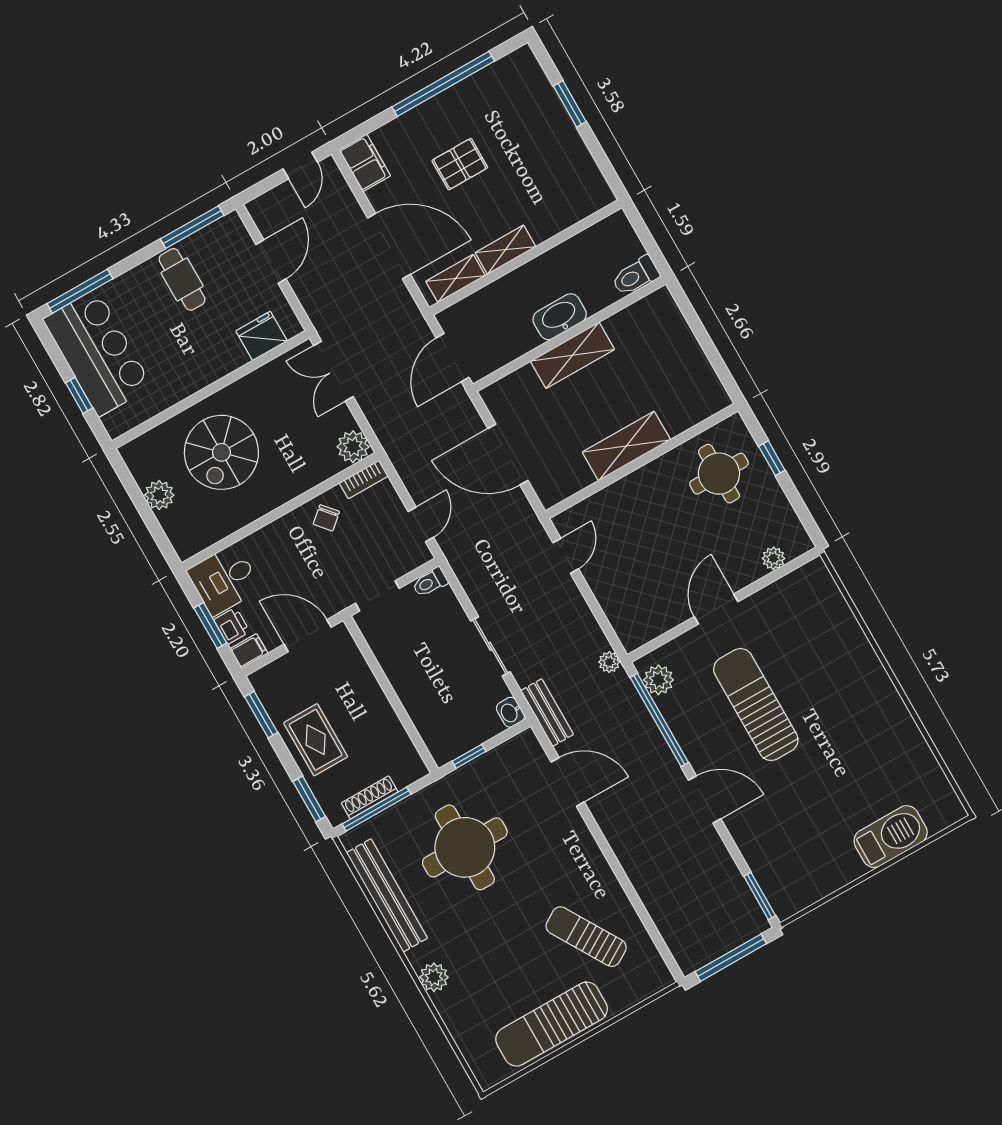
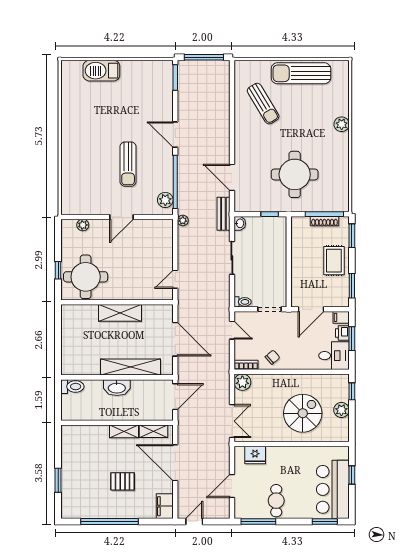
window: (80, 291) -> (325, 521), width x0.69
shelving: (572, 355) -> (130, 367), width x1.47
round table: (719, 474) -> (86, 277), width x1.36, depth x1.36
door: (421, 524) -> (232, 330), swing flipped
window: (160, 537) -> (352, 391), added
door: (308, 636) -> (311, 309), hinge flipped
sun lounger: (756, 705) -> (128, 164), width x0.73, depth x0.75
bench: (387, 895) -> (342, 173), removed
sun lounger: (552, 1024) -> (301, 73), turned 180

